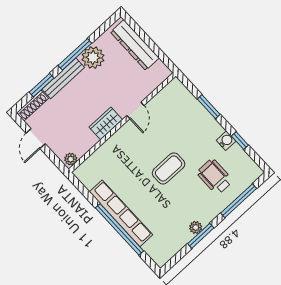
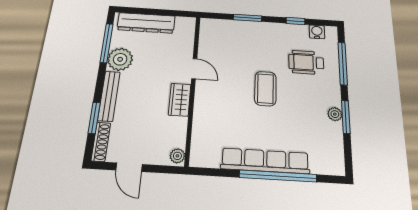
window: (75, 54) -> (107, 43), moved
water cooler: (226, 141) -> (317, 32), moved

